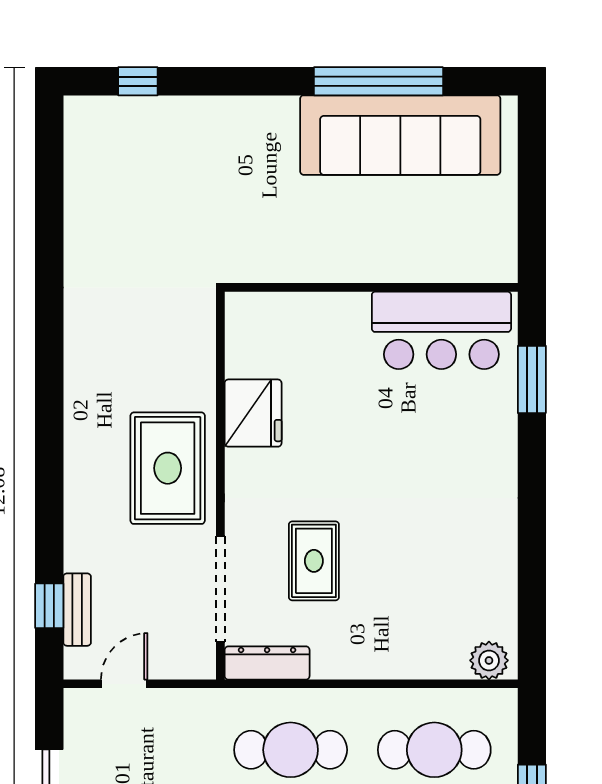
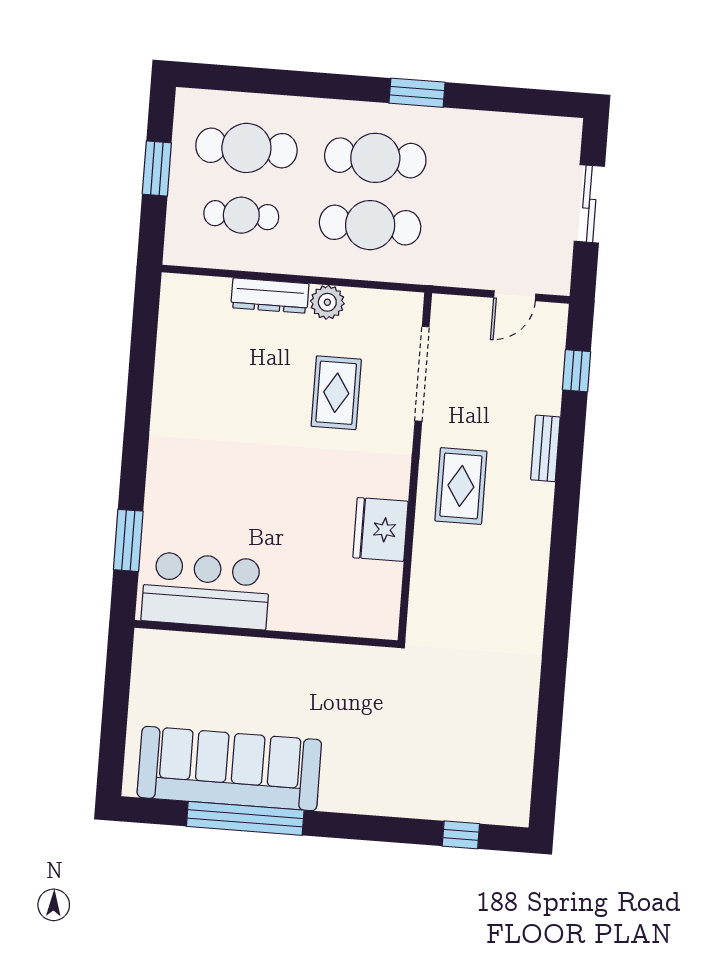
rug: (168, 468) -> (461, 486), width x0.73, depth x0.70
bench: (77, 610) -> (545, 448), moved
plant: (489, 660) -> (327, 302), moved
dresser: (267, 663) -> (270, 296), moved
cafe table: (434, 750) -> (241, 215), width x0.73, depth x0.74

